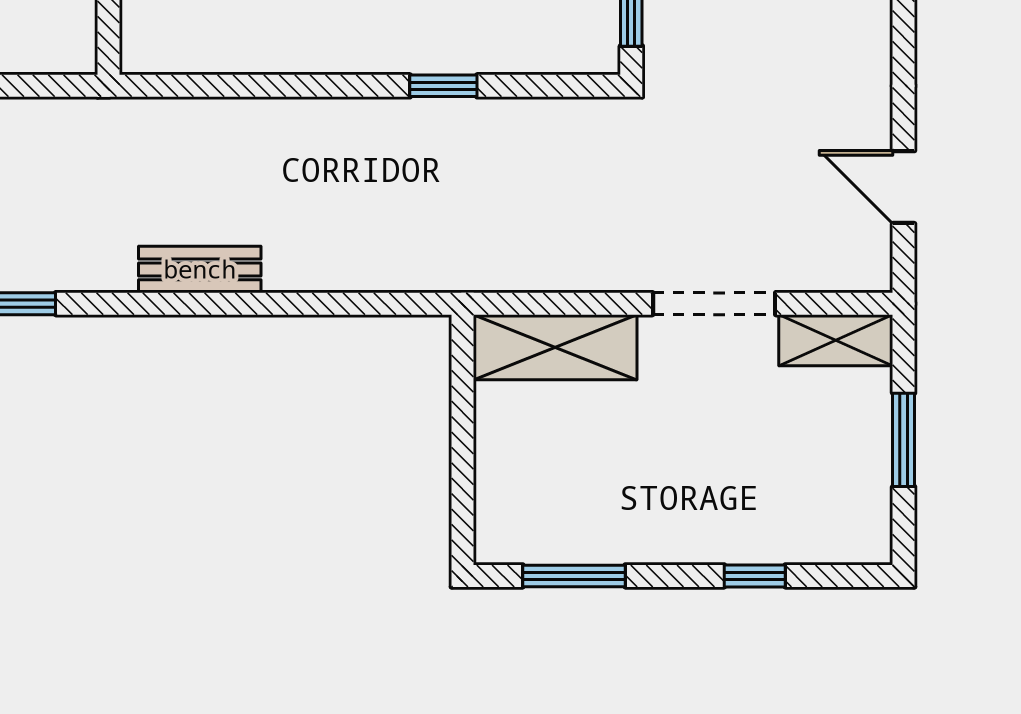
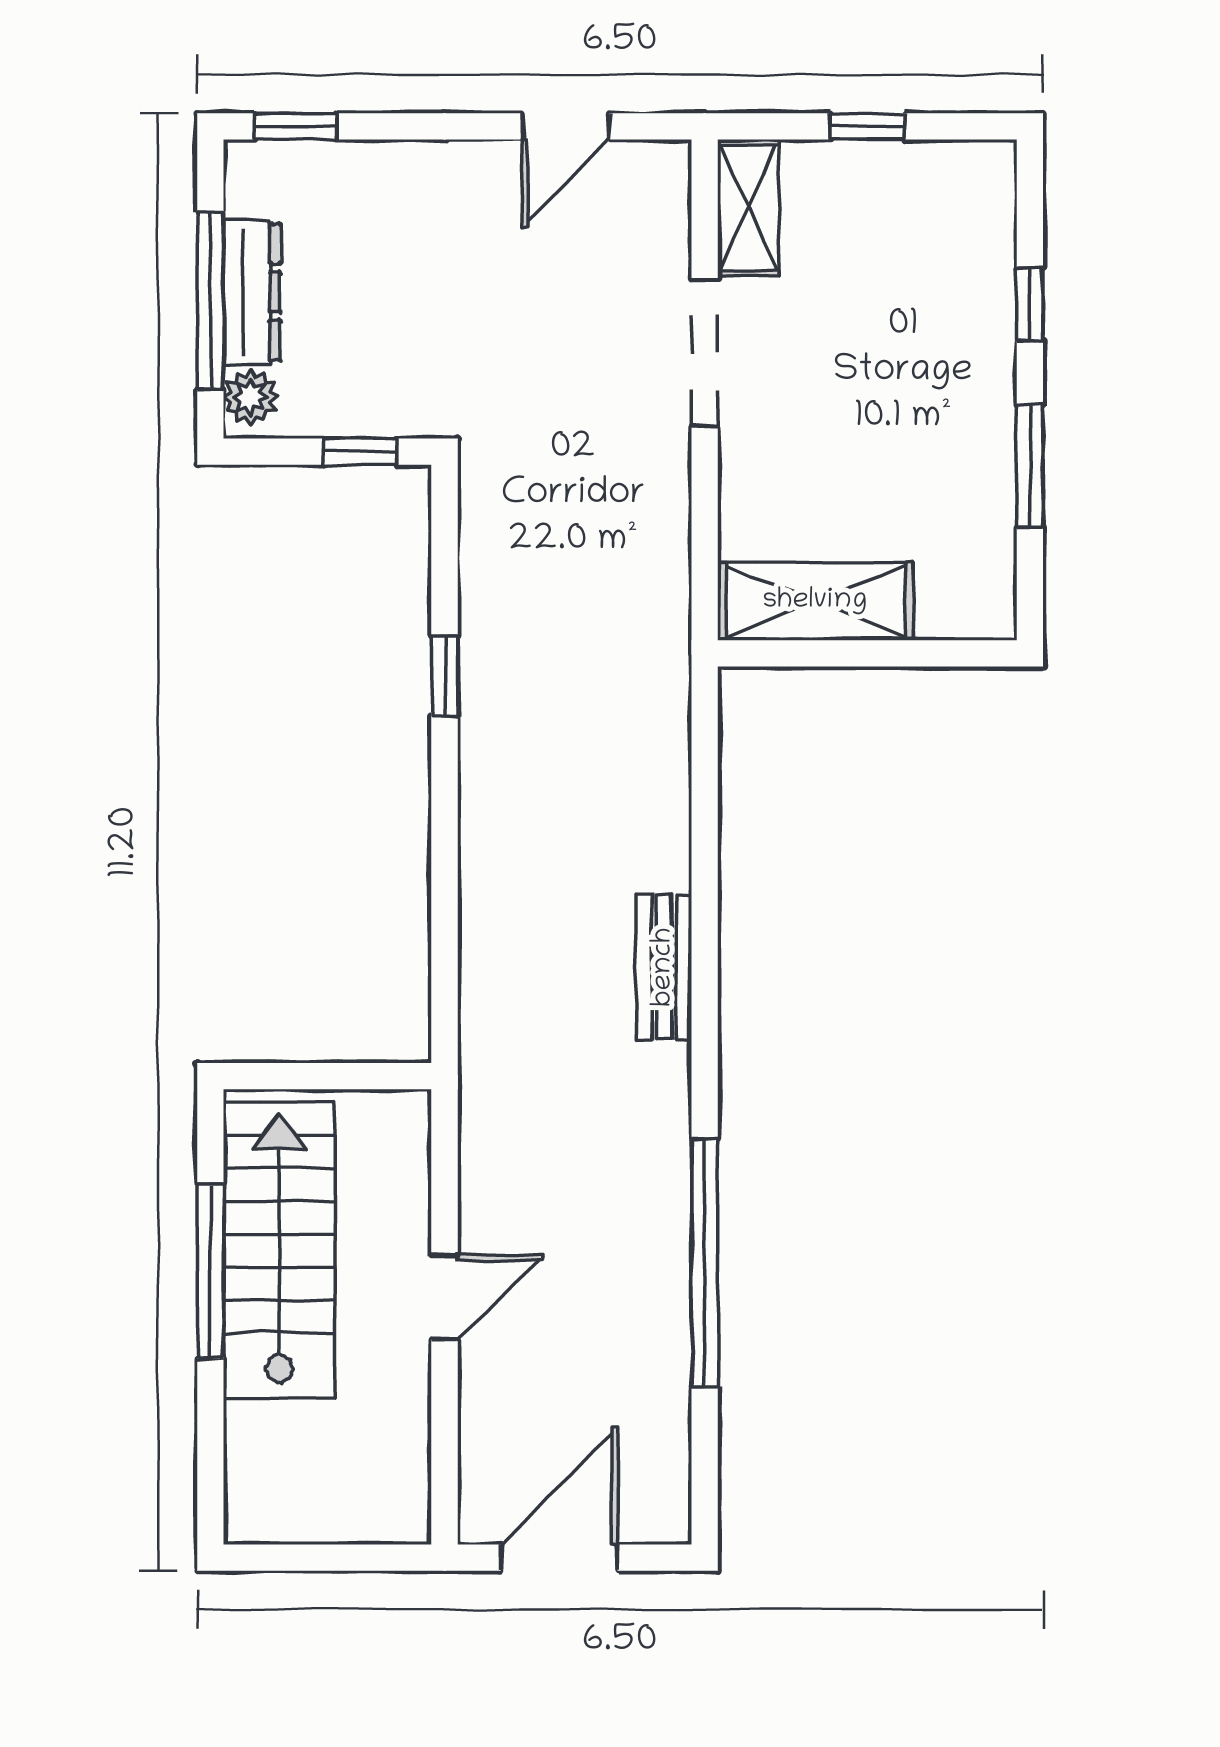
shelving: (555, 347) -> (815, 601), moved, turned 90
window: (904, 440) -> (867, 126), width x0.67
window: (574, 576) -> (1030, 466), moved

